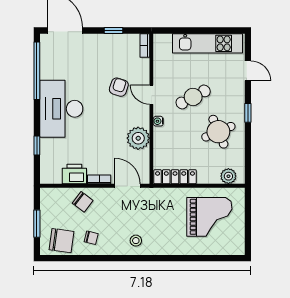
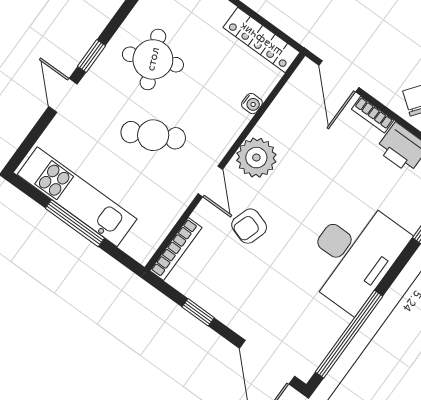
window: (200, 30) -> (75, 223), added
bookcase: (145, 45) -> (176, 249), width x1.56
door: (248, 71) -> (63, 95), moved
water cooler: (158, 121) -> (252, 104), moved
plant: (138, 138) -> (256, 158), moved

